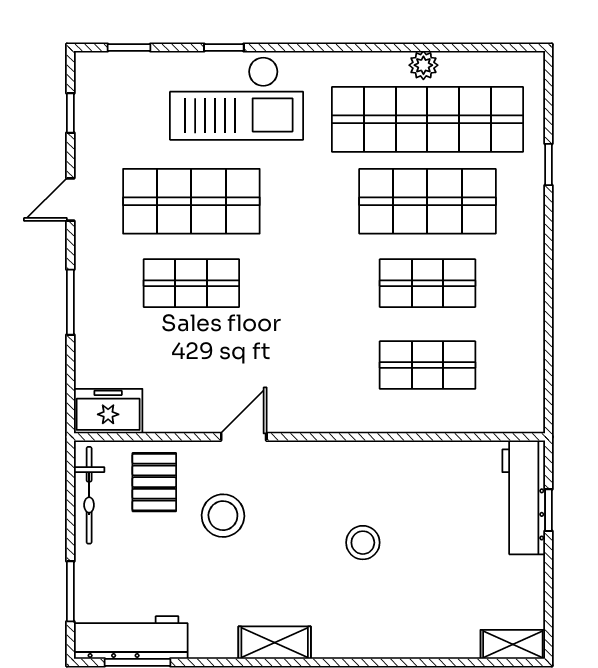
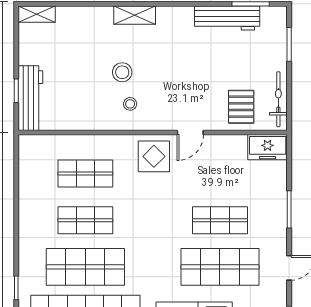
display table: (307, 395) -> (154, 156), added
stool: (223, 516) -> (130, 104), moved, width x0.53, depth x0.53
workbench: (131, 638) -> (227, 18), moved
shelving: (275, 643) -> (135, 15), moved

